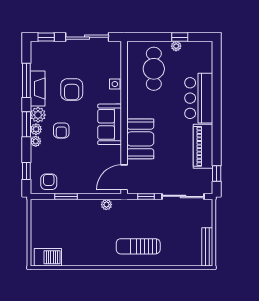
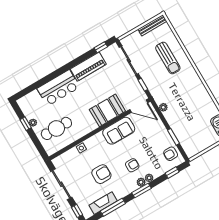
fireplace: (38, 89) -> (103, 203), moved
plant: (38, 115) -> (131, 186), removed
sofa: (110, 124) -> (119, 131), moved
sun lounger: (138, 246) -> (168, 58), moved

